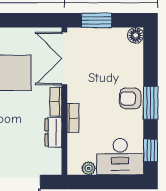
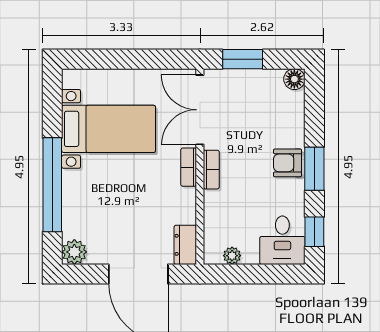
bookcase: (73, 118) -> (211, 170), moved
dresser: (53, 132) -> (185, 245), moved
desk: (120, 157) -> (282, 240), width x0.73

